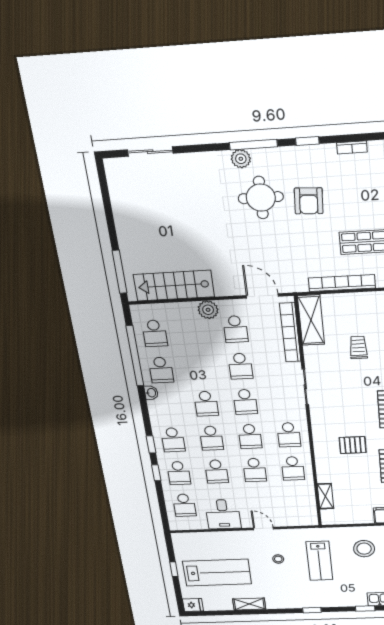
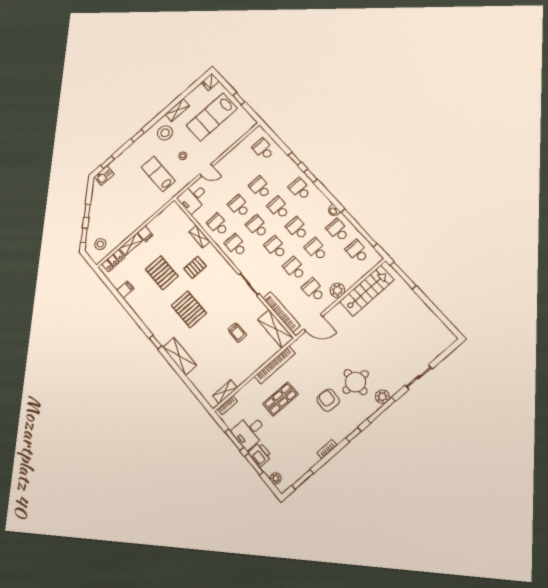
sliding door: (150, 152) -> (419, 377), moved
school desk: (179, 473) -> (316, 249), moved
shelving: (326, 496) -> (199, 237), moved
desk: (223, 514) -> (193, 198), moved, turned -90
stool: (364, 549) -> (165, 133), moved

